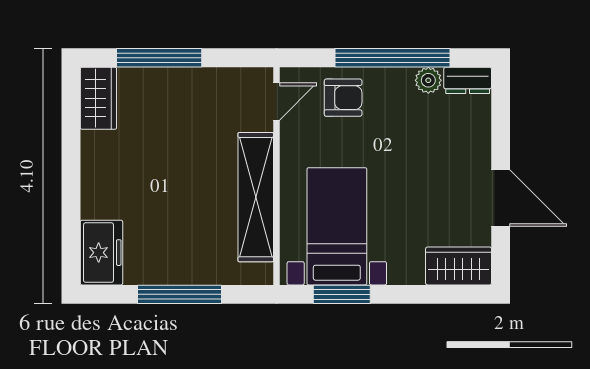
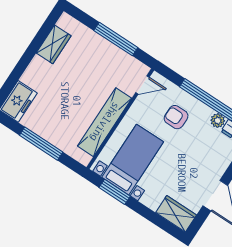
window: (159, 58) -> (116, 39), moved
wardrobe: (98, 98) -> (54, 44), moved
armchair: (343, 98) -> (176, 117), moved, turned 180

